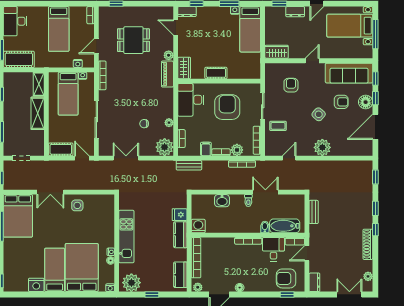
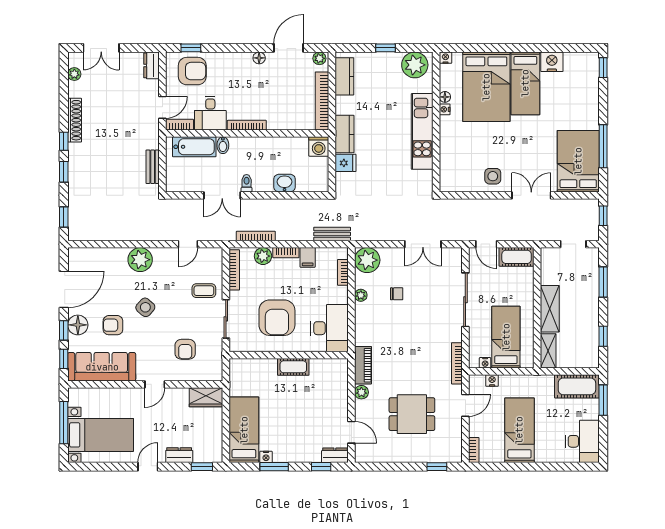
wardrobe: (184, 68) -> (339, 374), removed

